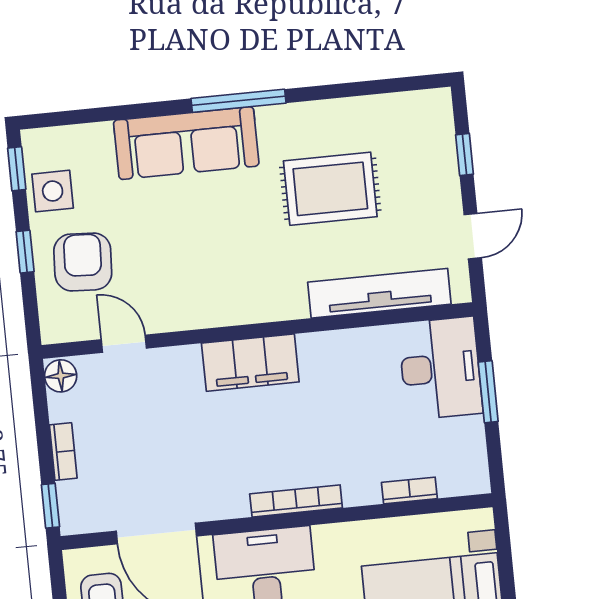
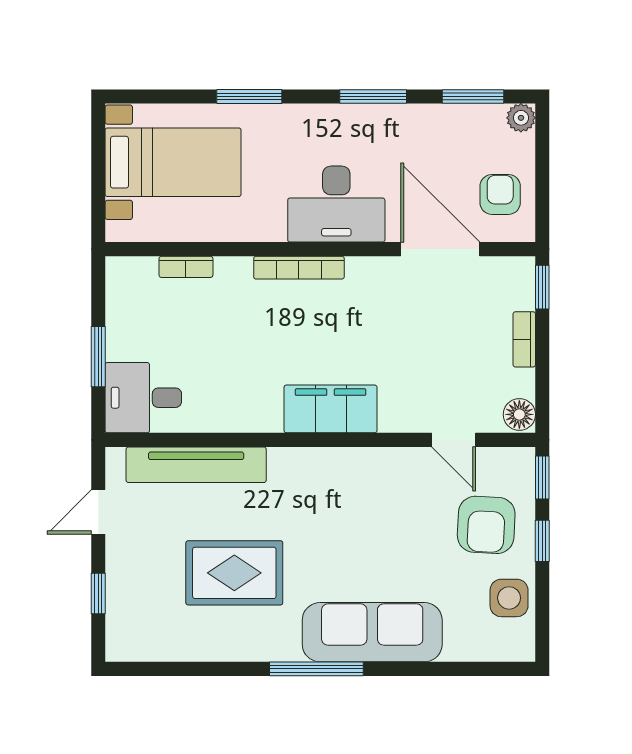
window: (17, 169) -> (542, 477), moved
desk: (440, 368) -> (143, 398), width x0.73

